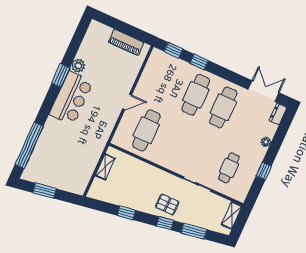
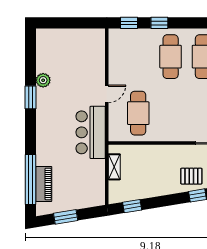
piano: (126, 42) -> (44, 184), moved, turned -90
bar counter: (71, 98) -> (91, 132), moved, turned 180
window: (126, 213) -> (132, 206), moved

